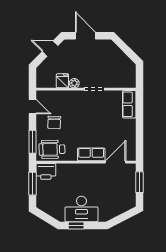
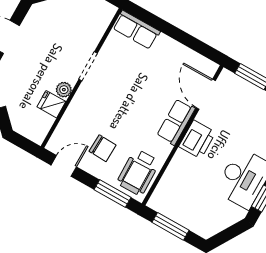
printer: (46, 171) -> (197, 139), moved

